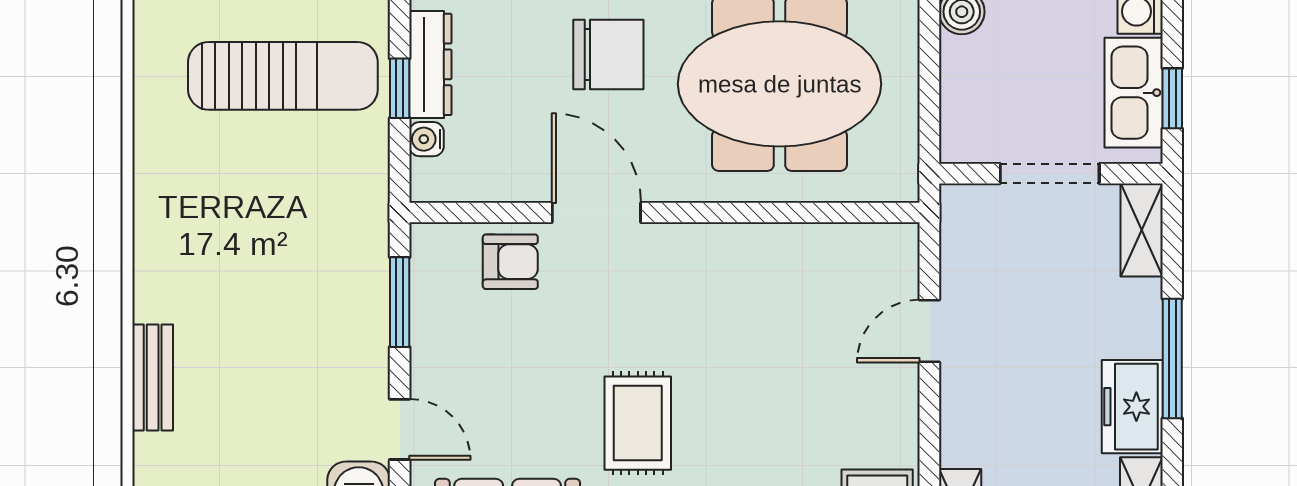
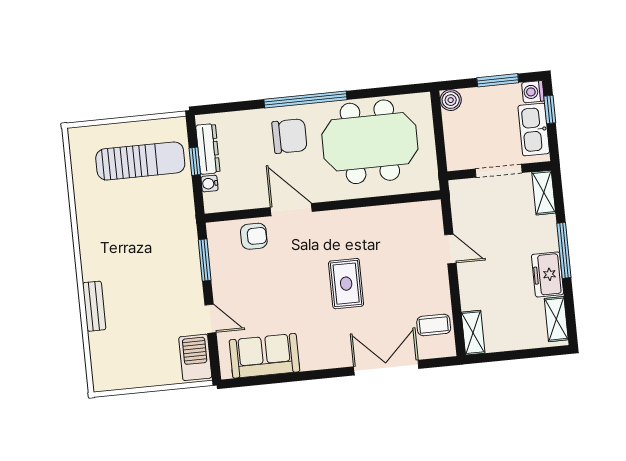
window: (1172, 98) -> (550, 109), moved
door: (929, 331) -> (450, 249), swing flipped
rug: (638, 423) -> (346, 284), moved

